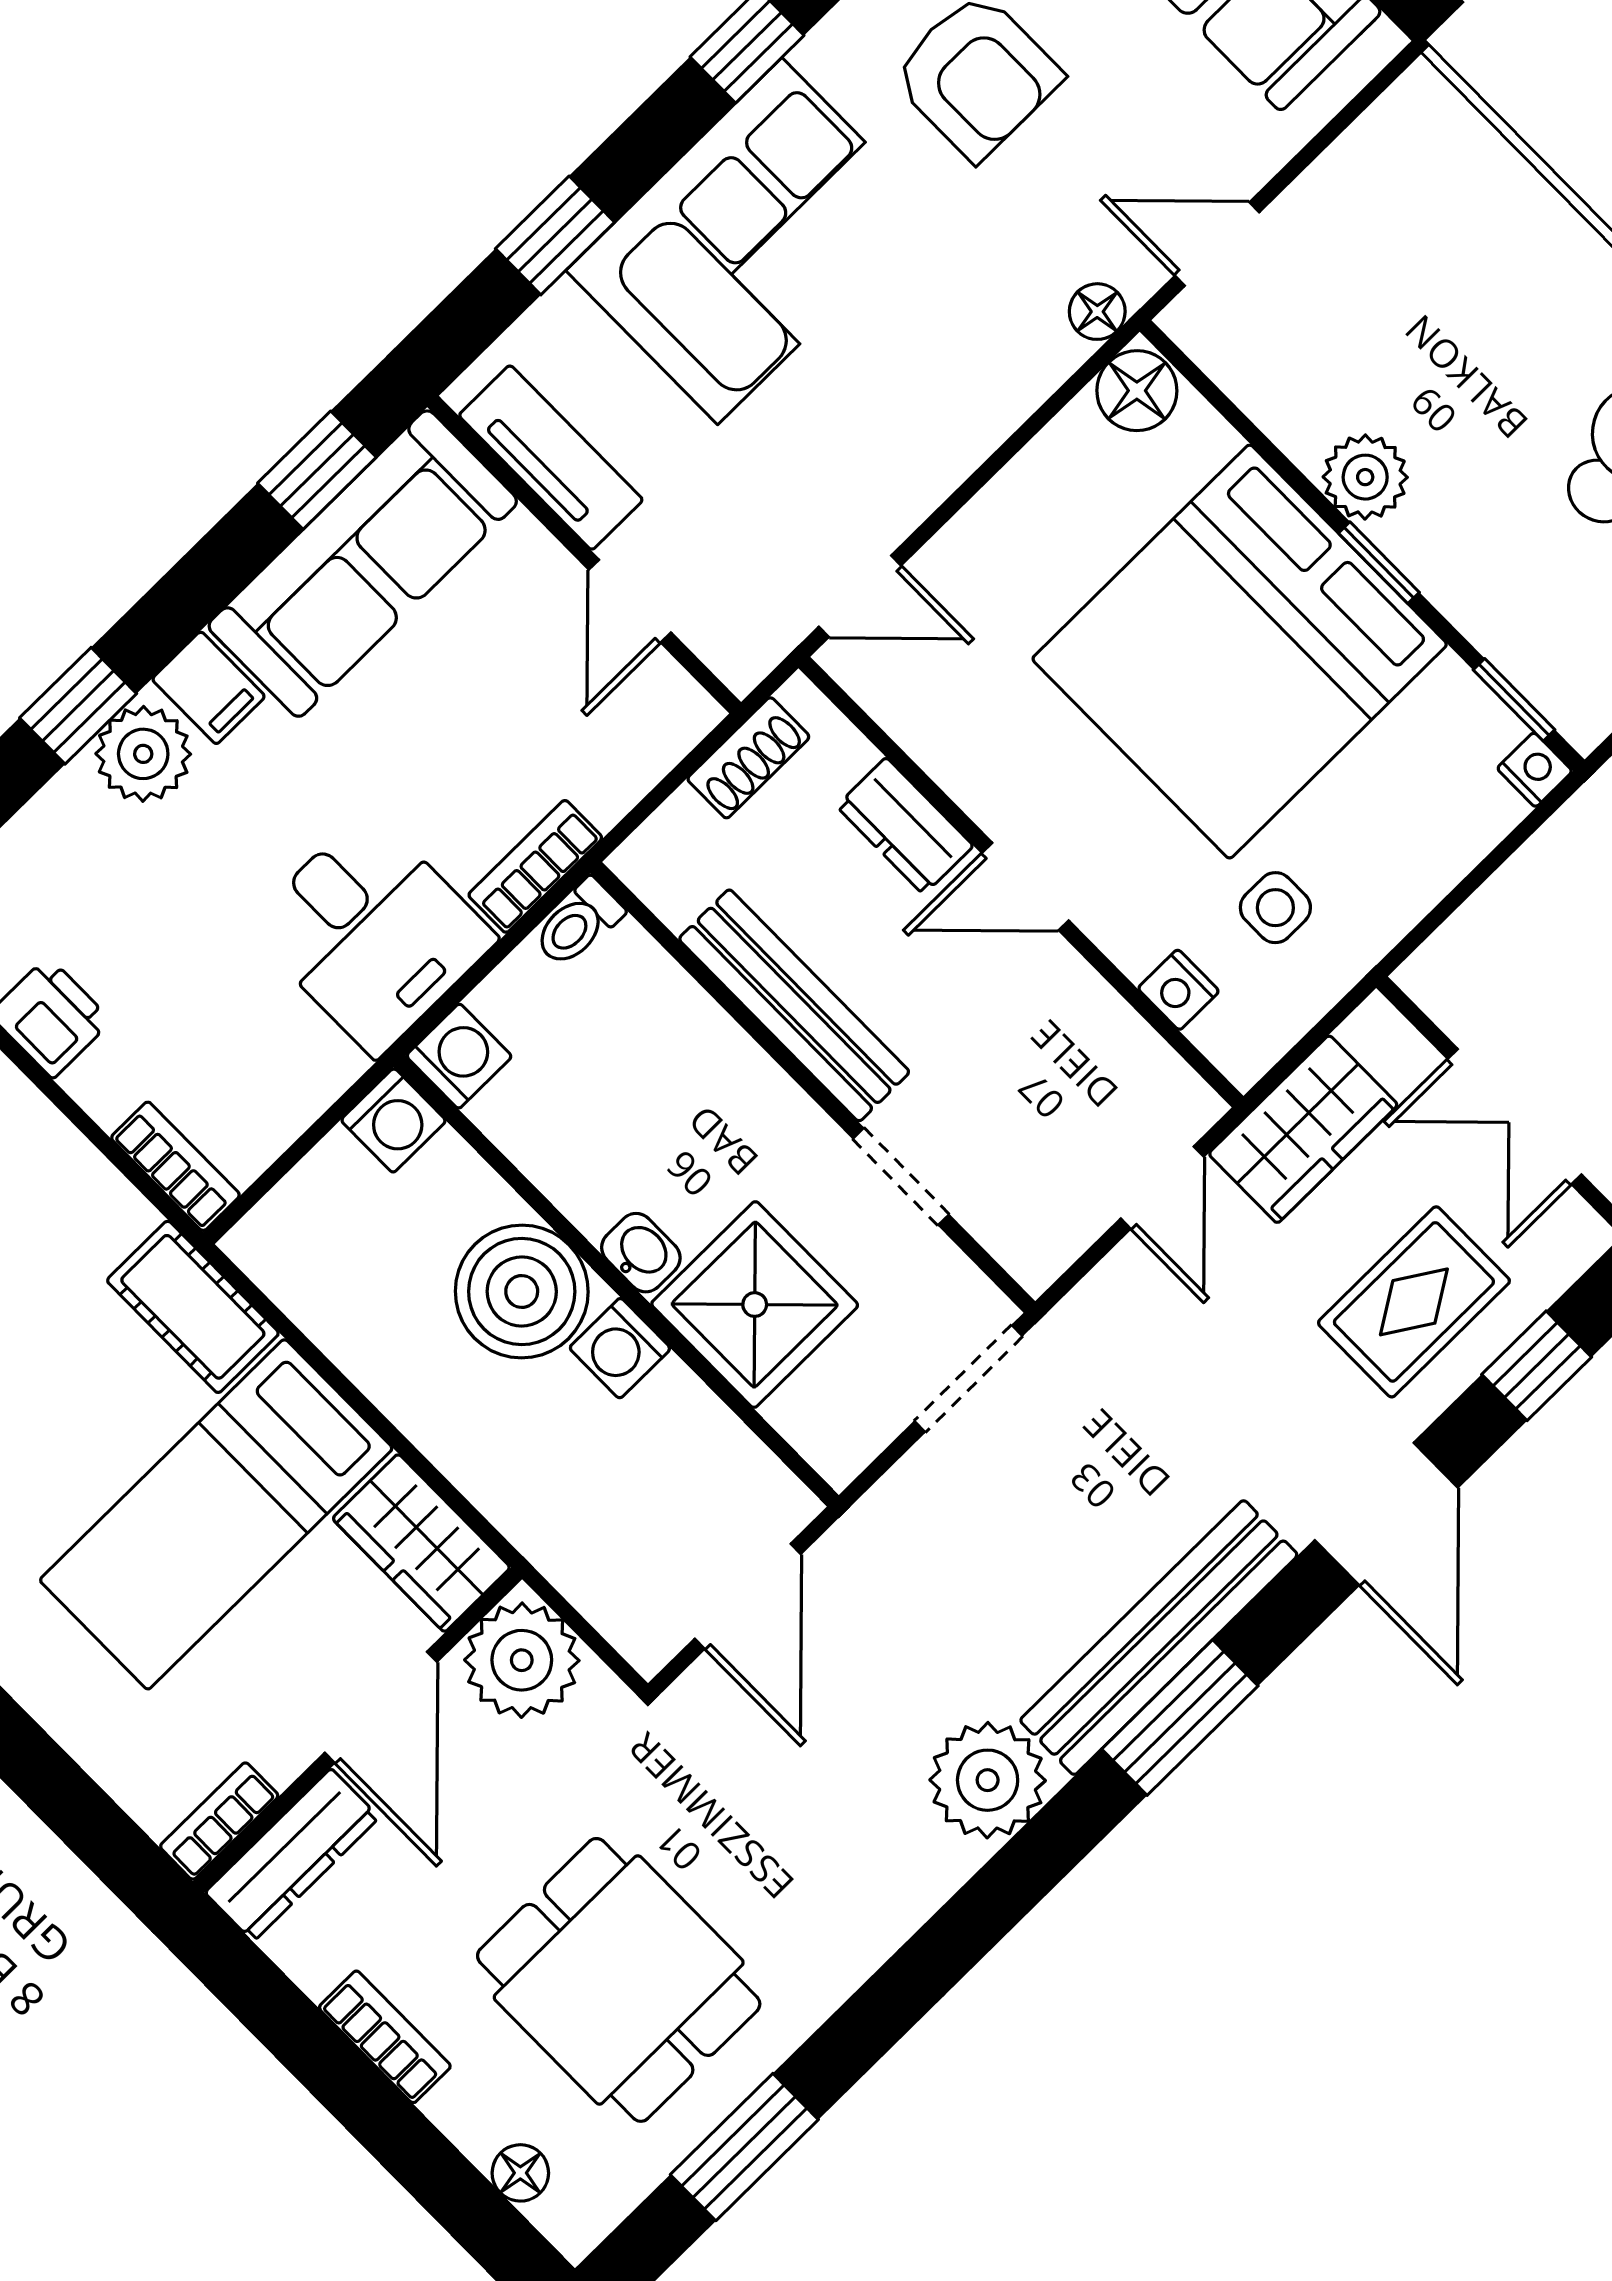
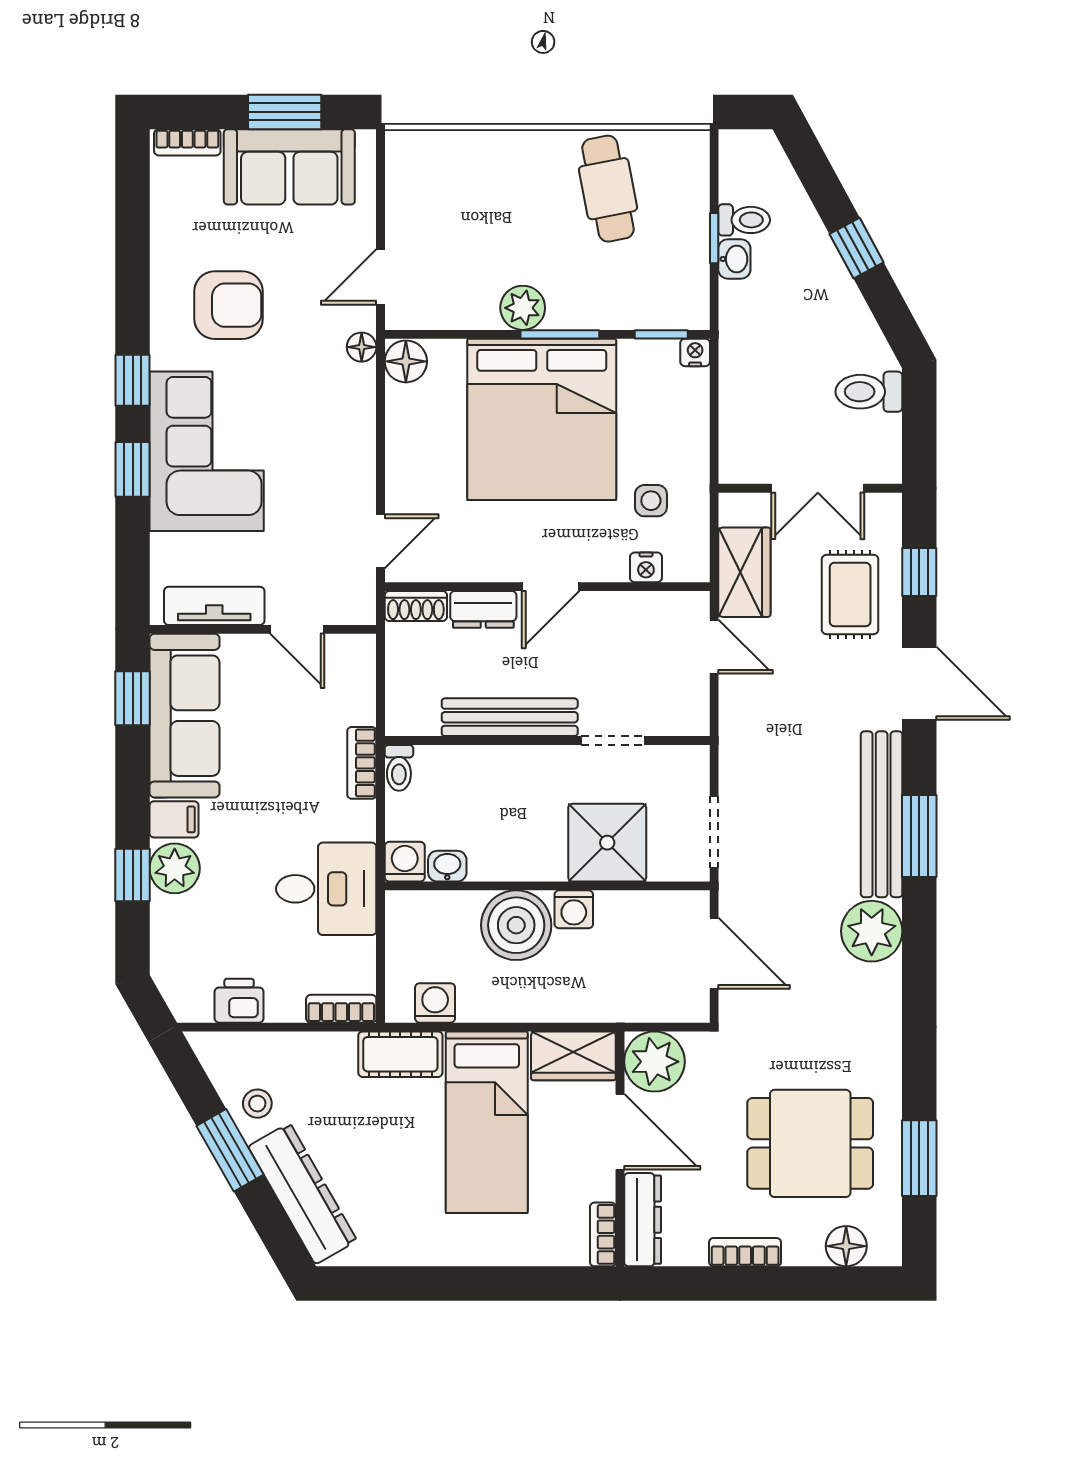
window: (555, 235) -> (133, 469), moved
window: (1379, 563) -> (560, 334), width x1.50
shoe rack: (748, 758) -> (416, 606), moved, turned 90
desk: (372, 933) -> (326, 889), moved
washing machine: (393, 1120) -> (435, 1003), moved, turned -90
washbasin: (641, 1253) -> (447, 866), moved
doorway: (968, 1379) -> (714, 832), moved
floor lamp: (520, 2173) -> (846, 1246), width x1.37, depth x1.37

